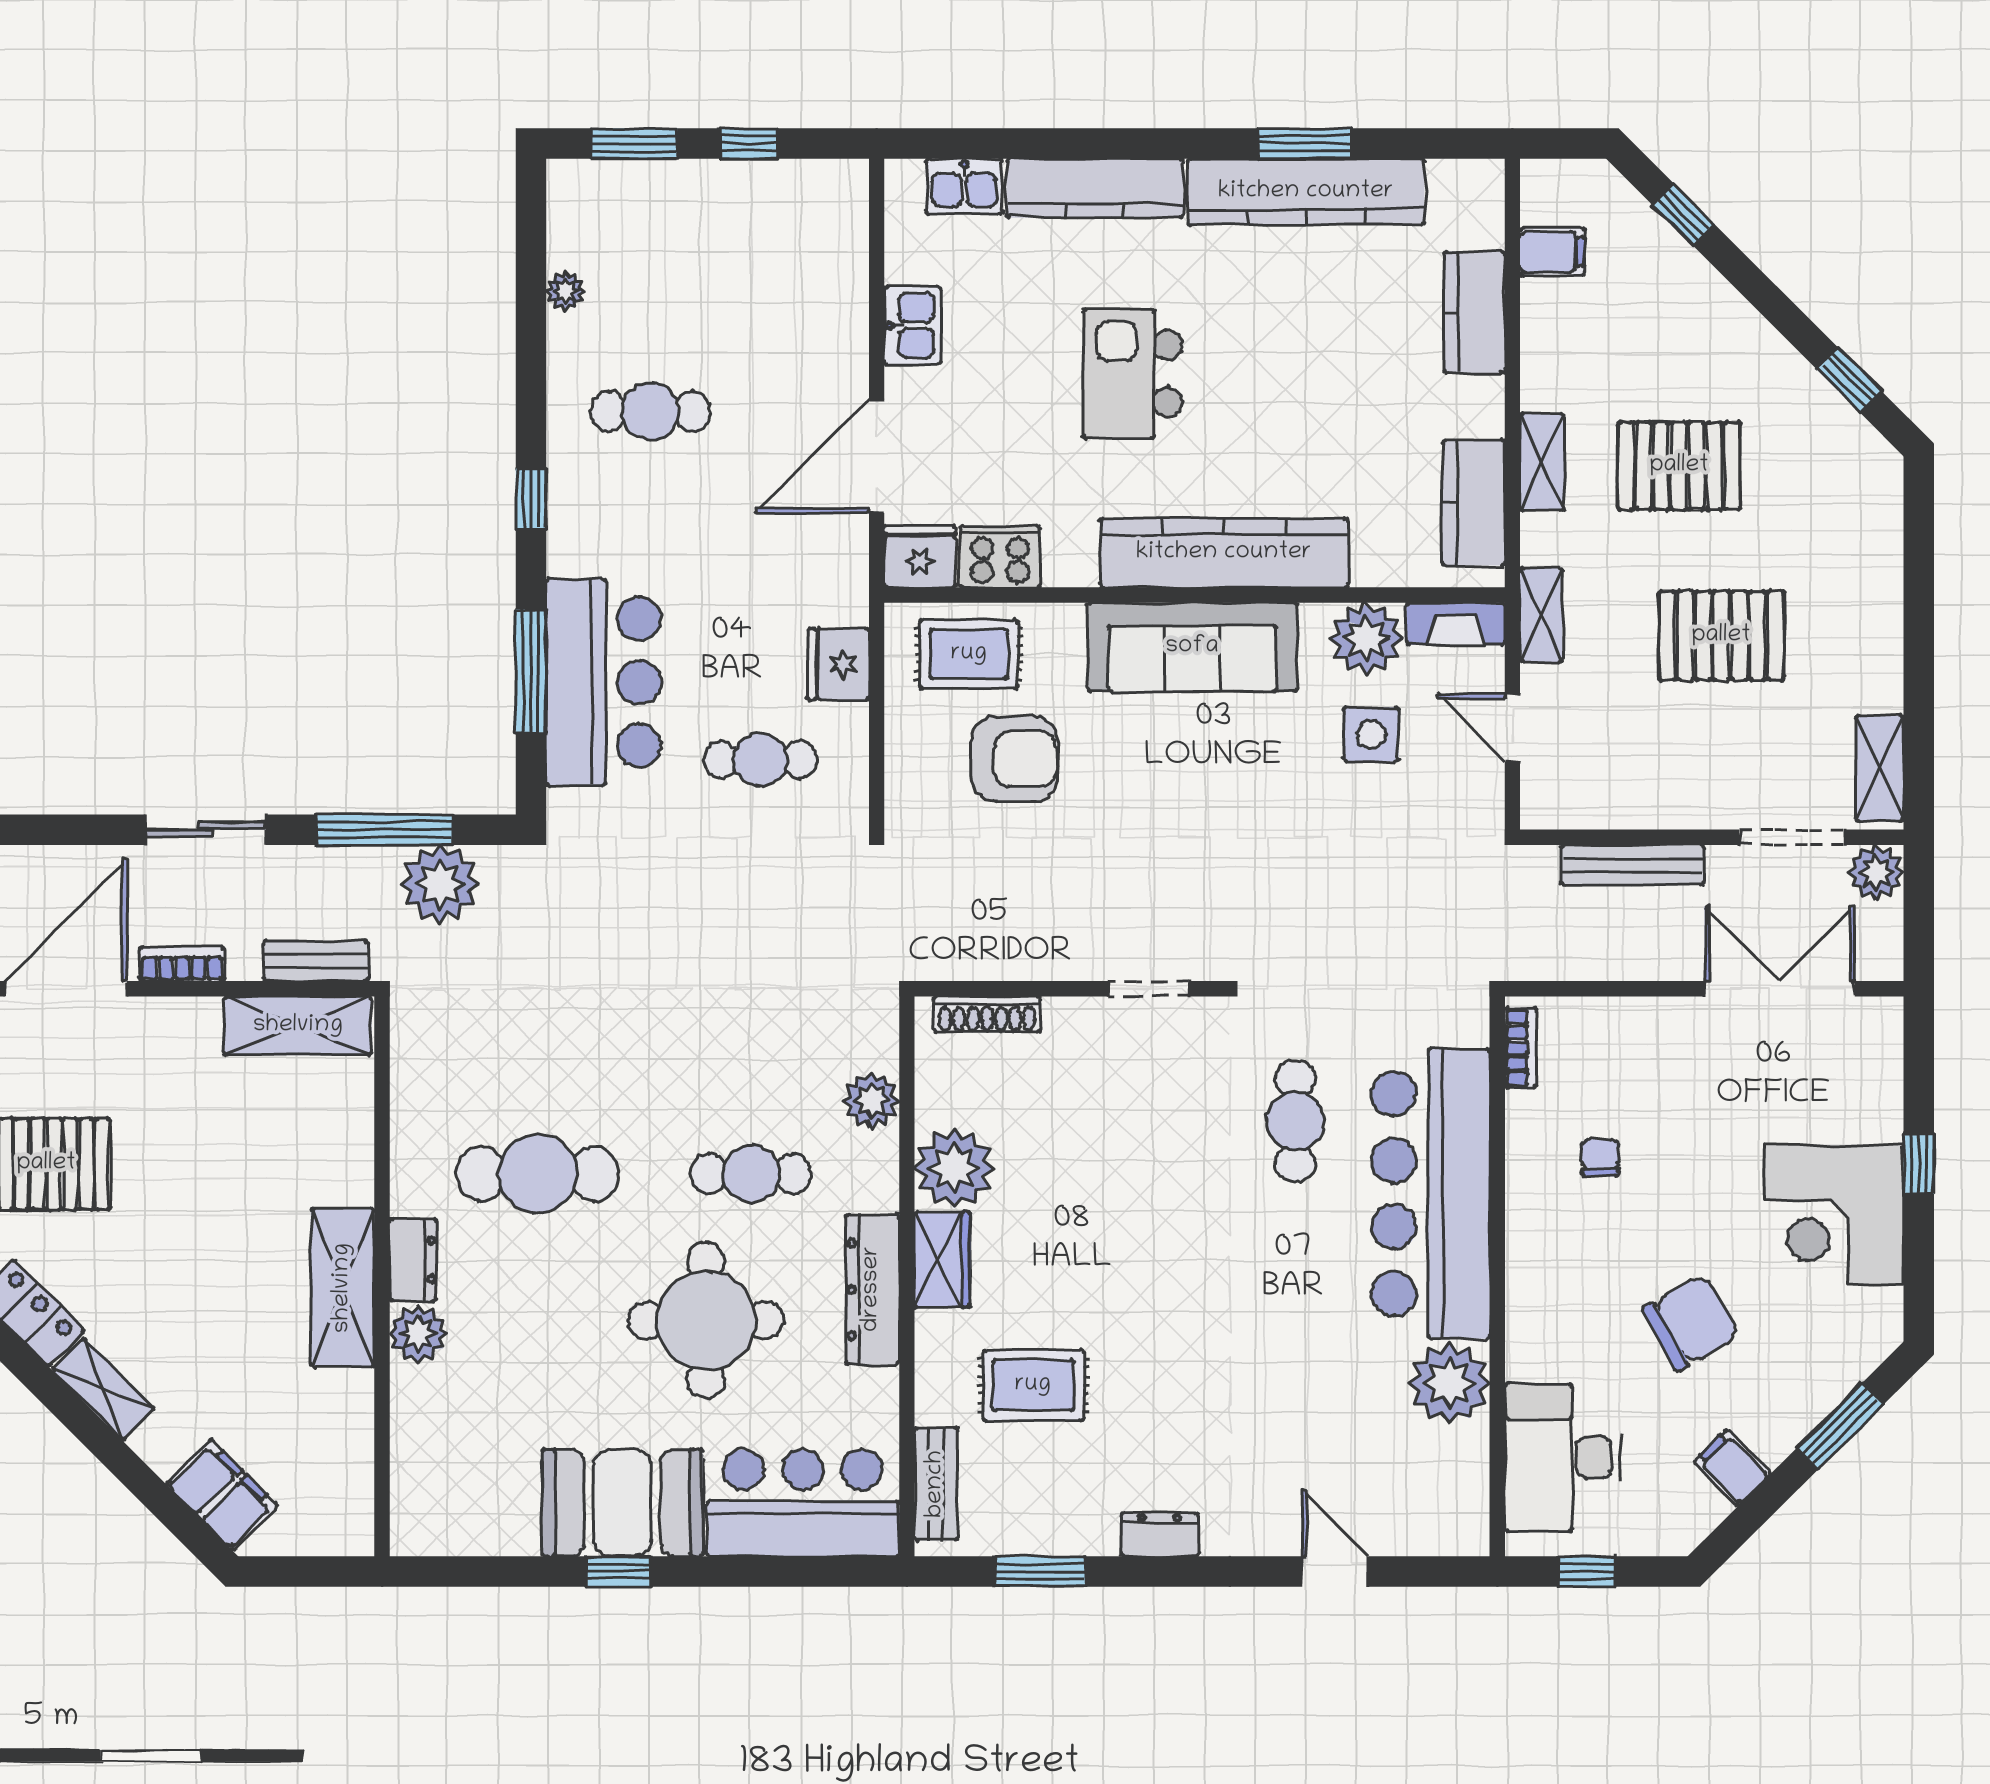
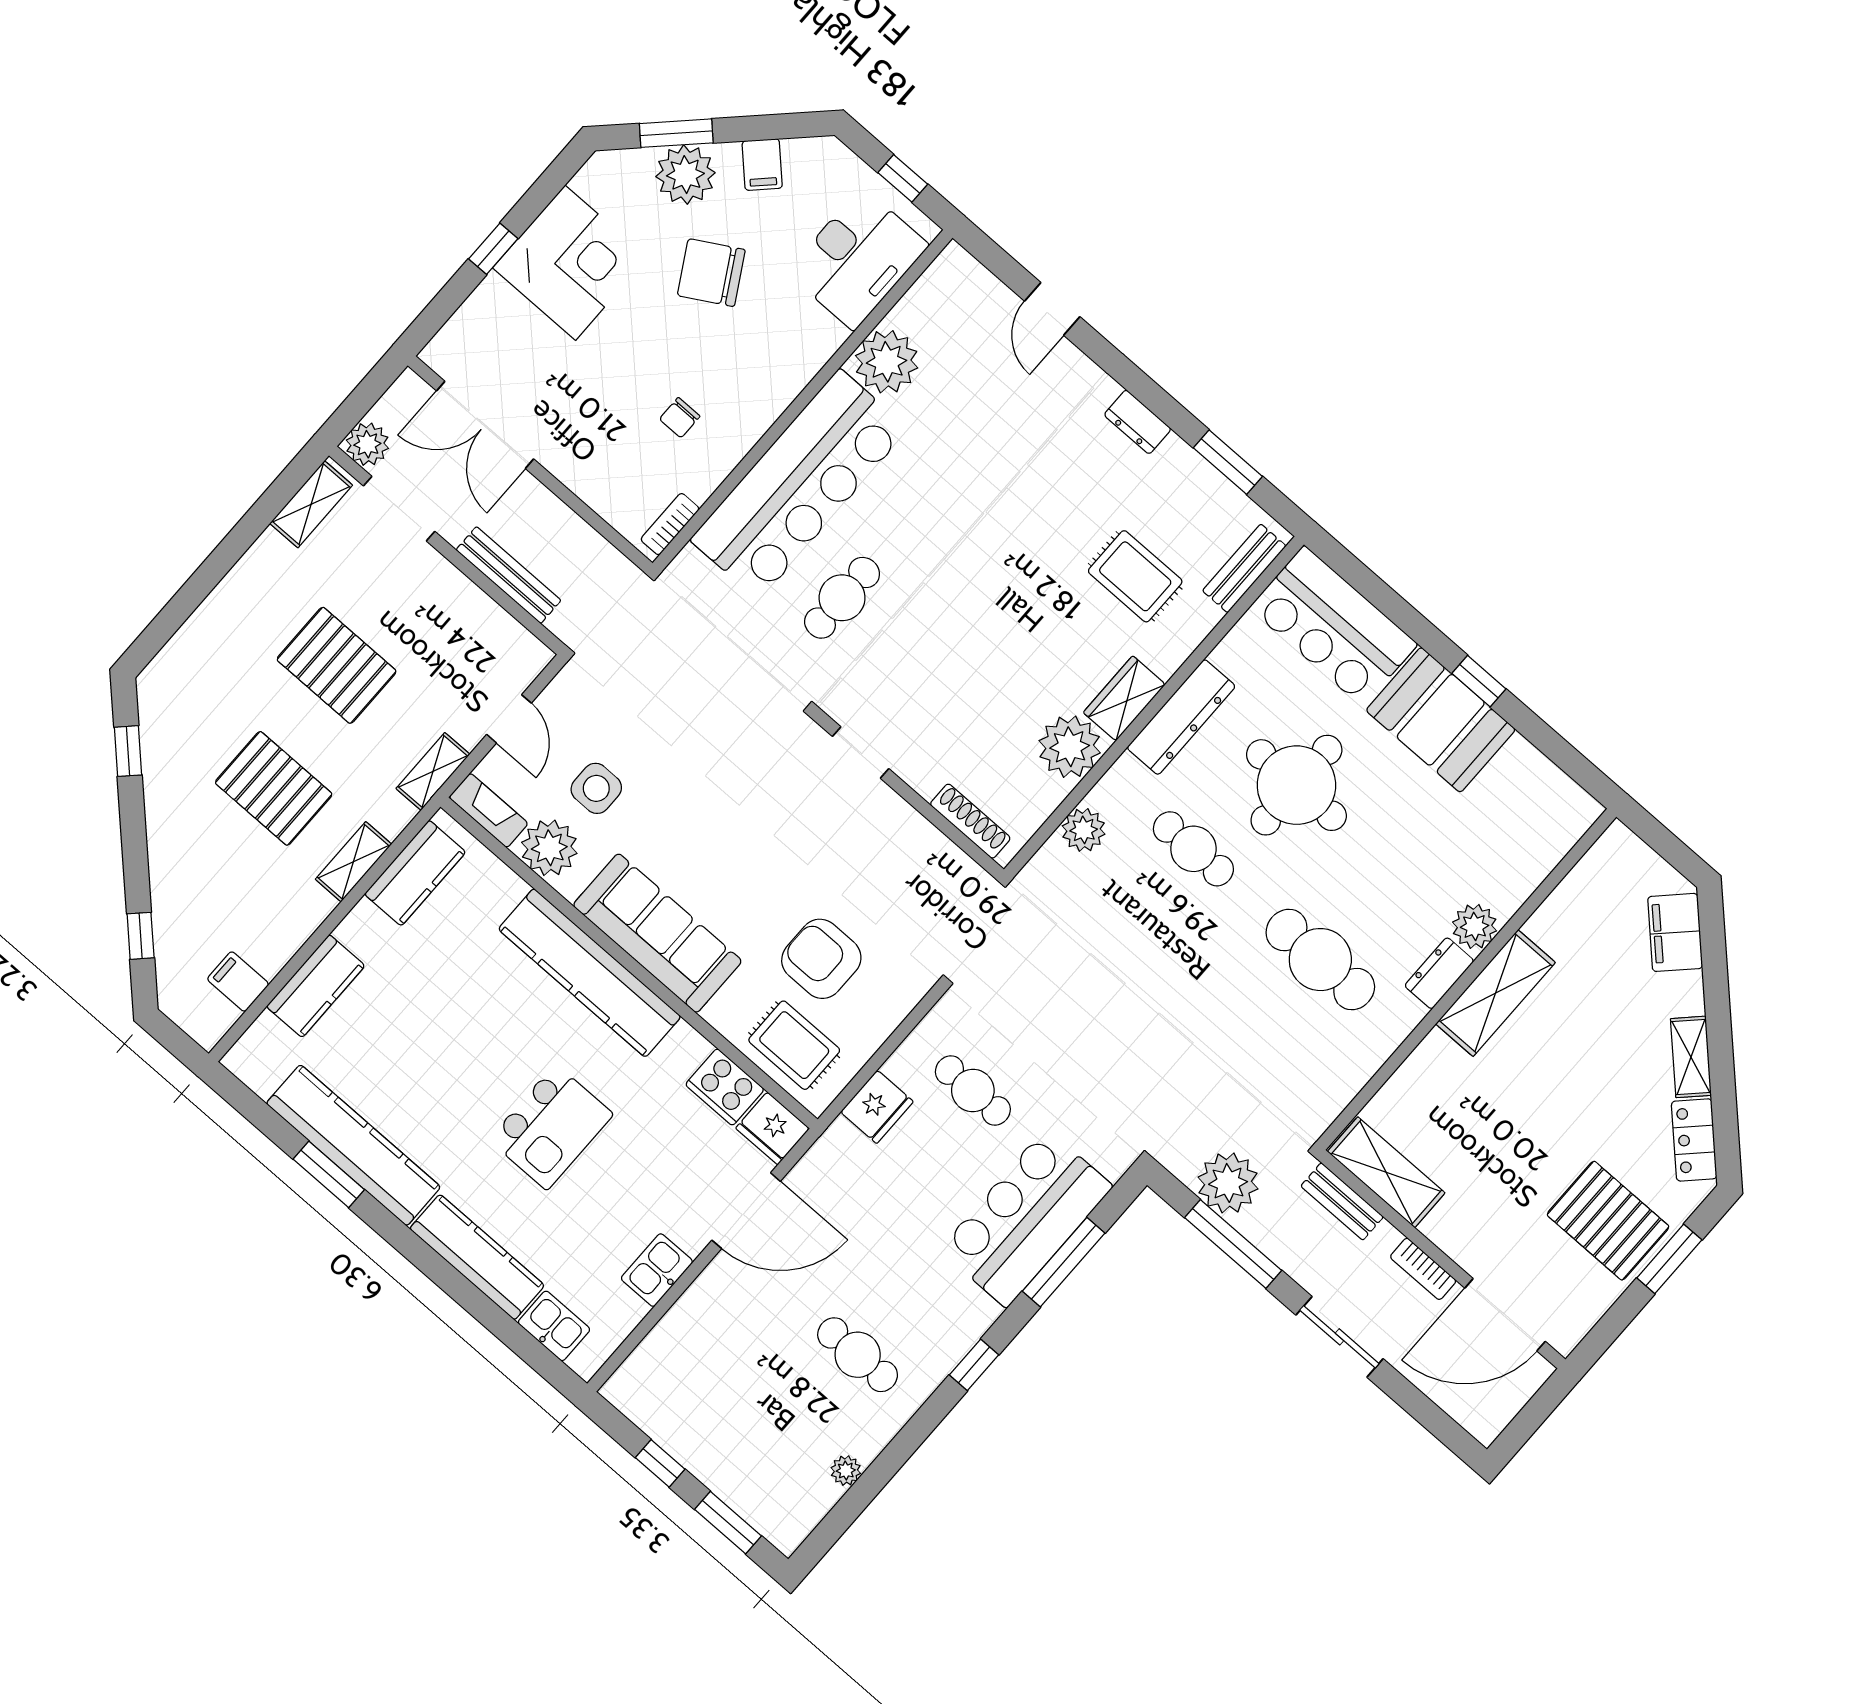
plant: (1797, 1394) -> (685, 175), added

